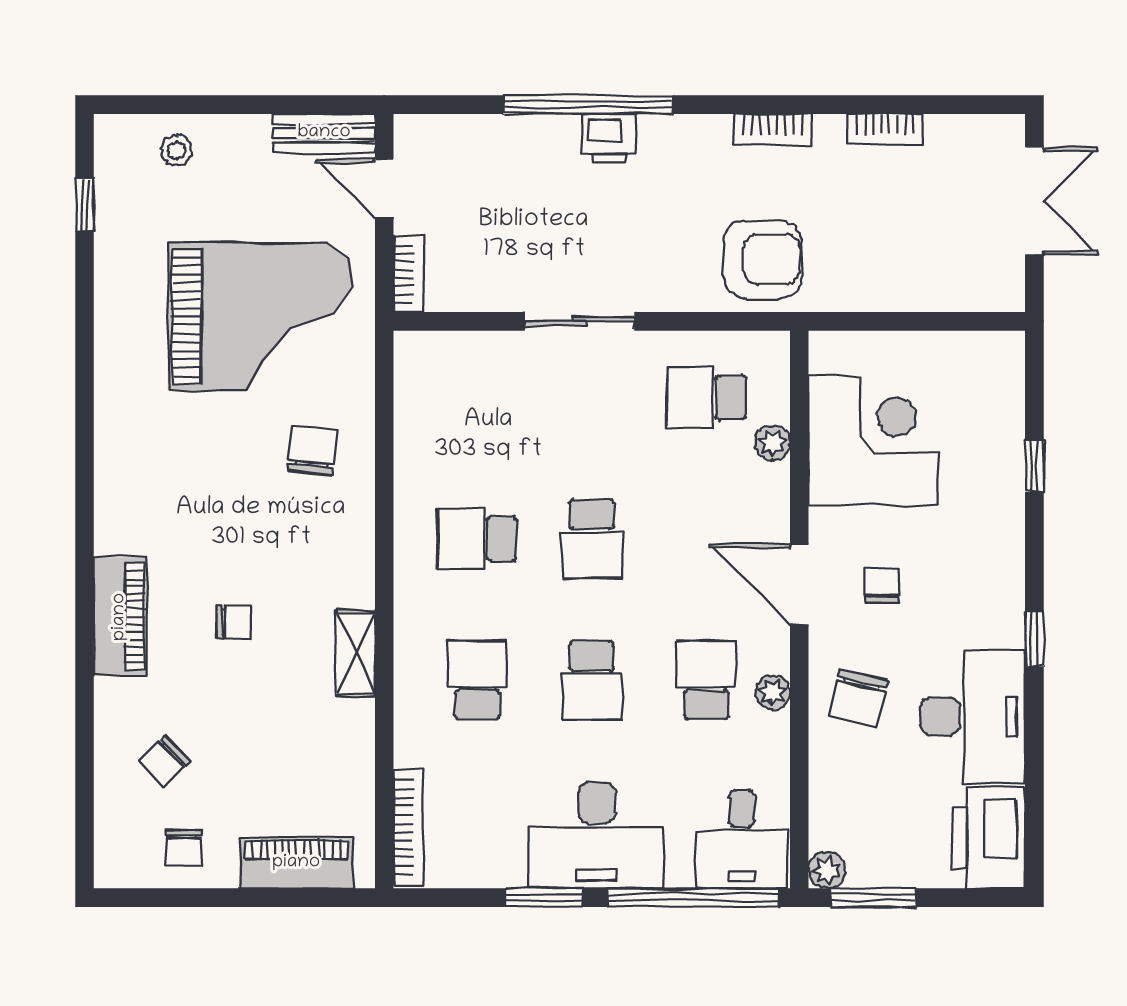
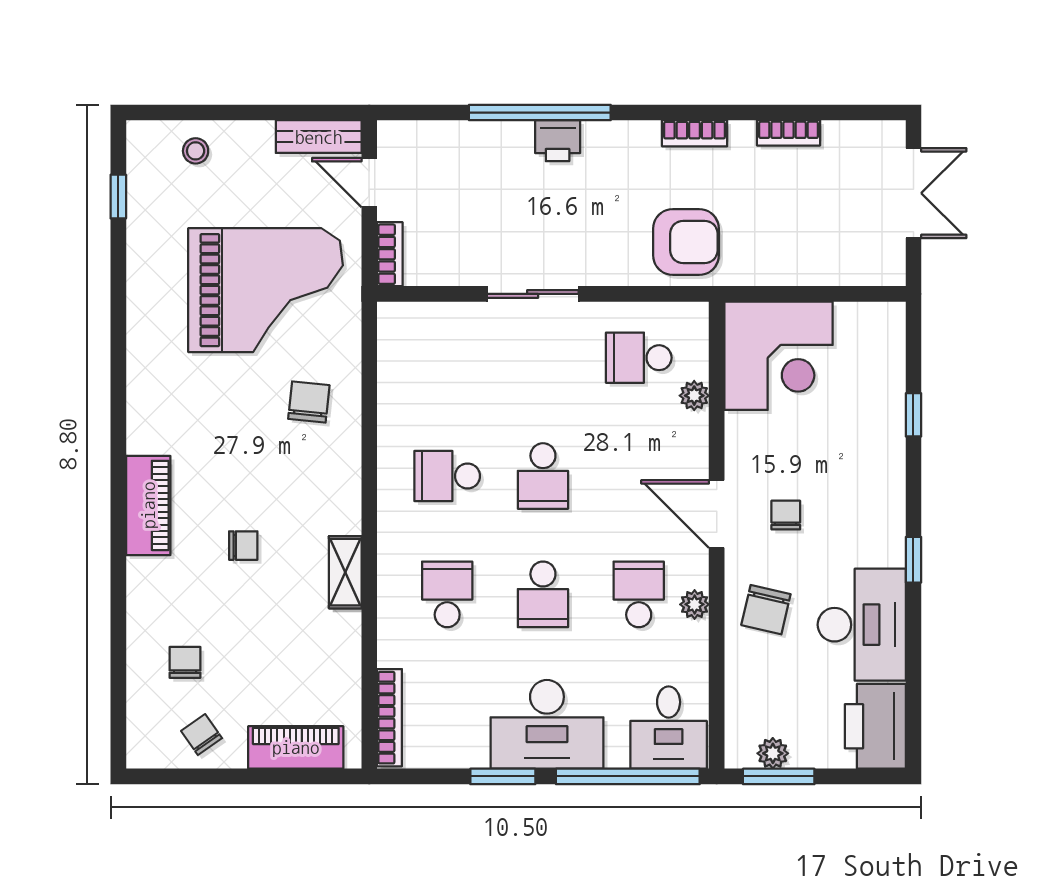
corner desk: (873, 440) -> (779, 356), moved, turned 90
piano: (120, 617) -> (148, 505), moved
chair: (164, 761) -> (185, 662), turned 134
chair: (184, 848) -> (202, 735), turned 145
plant: (827, 870) -> (773, 753), moved

